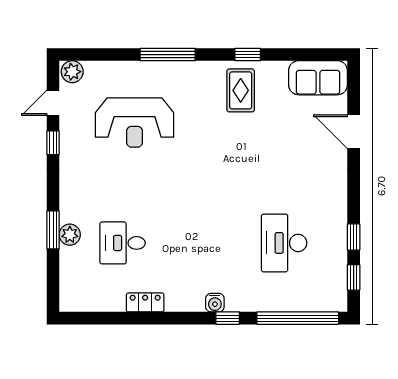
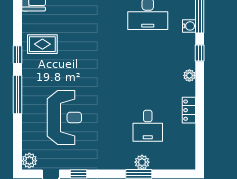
window: (248, 55) -> (18, 55), moved
plant: (195, 303) -> (189, 75), added
water cooler: (215, 303) -> (189, 26), moved

